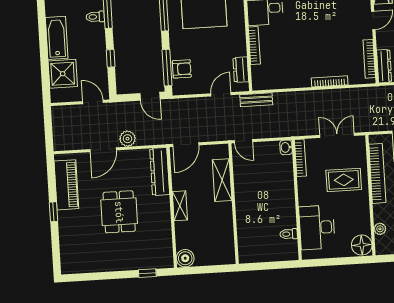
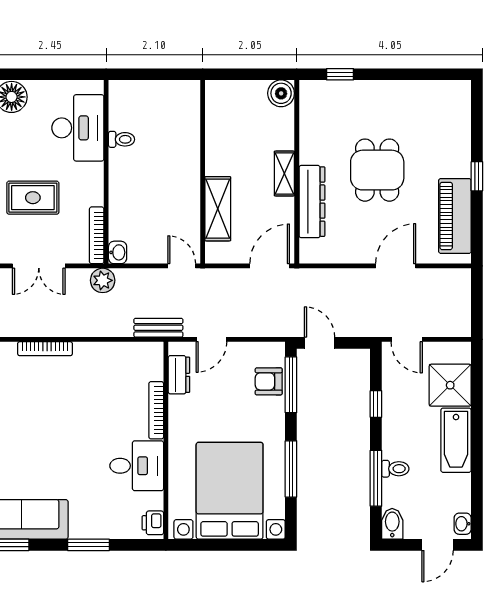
plant: (128, 139) -> (103, 280), moved
dresser: (160, 172) -> (312, 202), moved
toilet: (289, 234) -> (122, 139), moved

